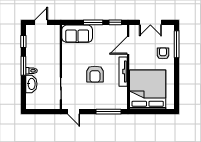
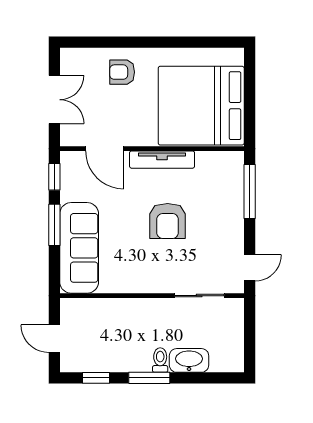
sofa: (77, 34) -> (79, 248), width x1.36
window: (177, 44) -> (102, 42), removed
armchair: (95, 74) -> (168, 221), turned 90

